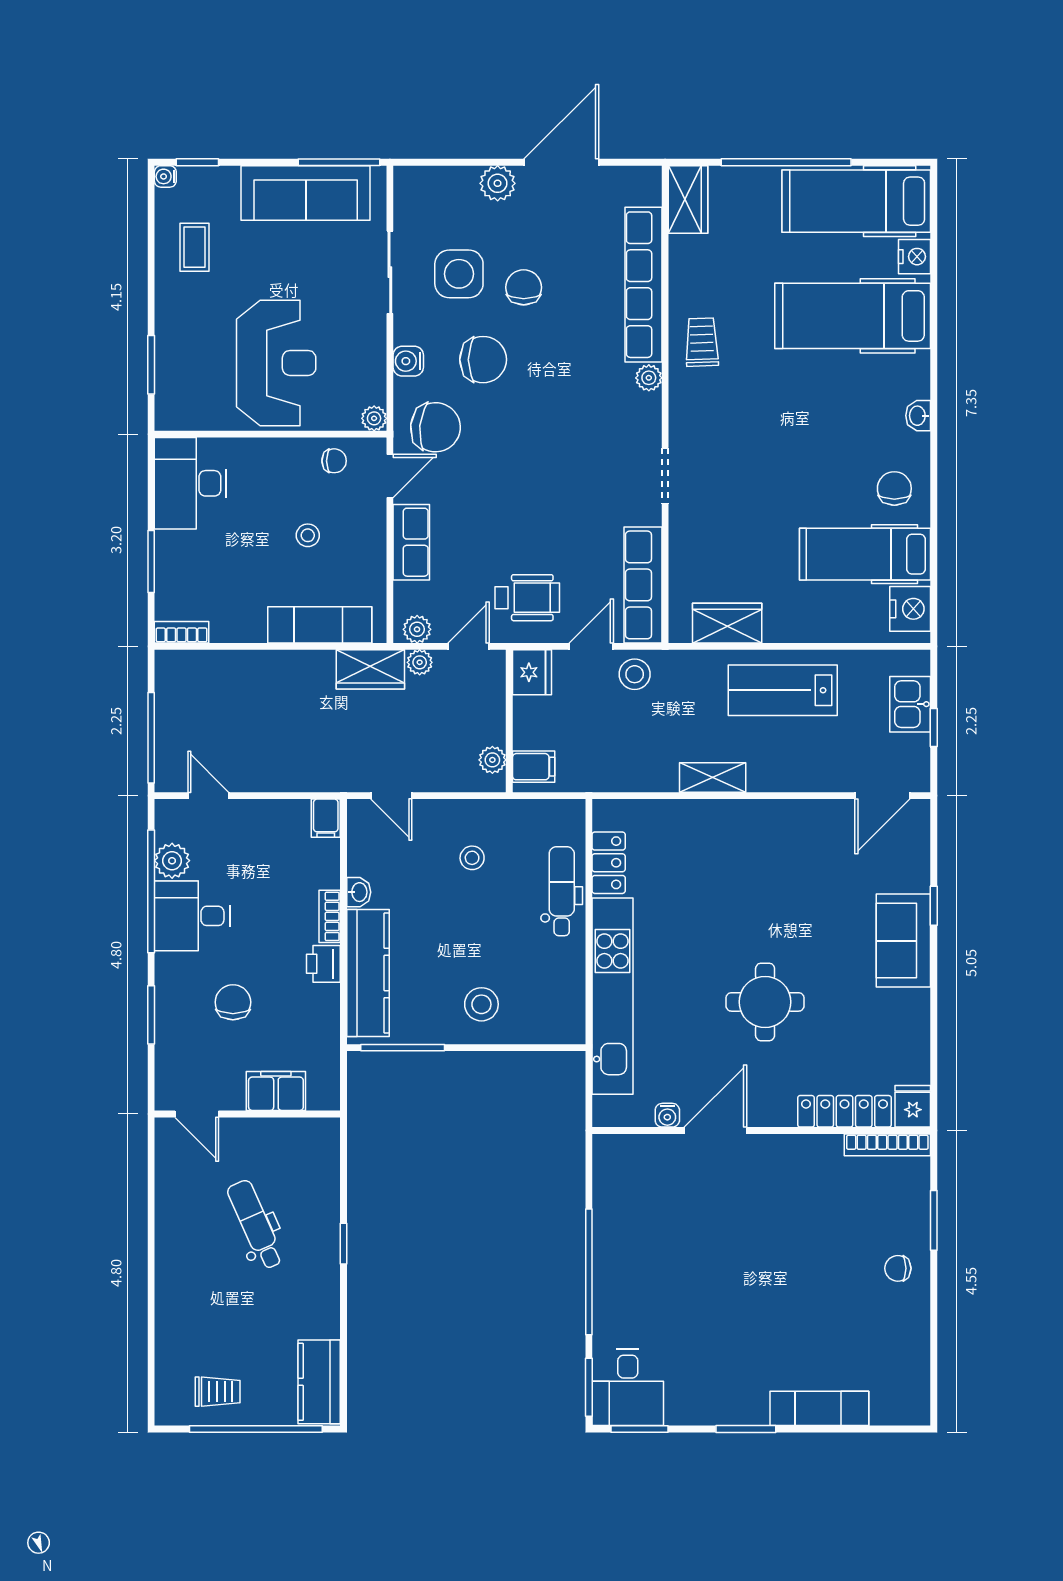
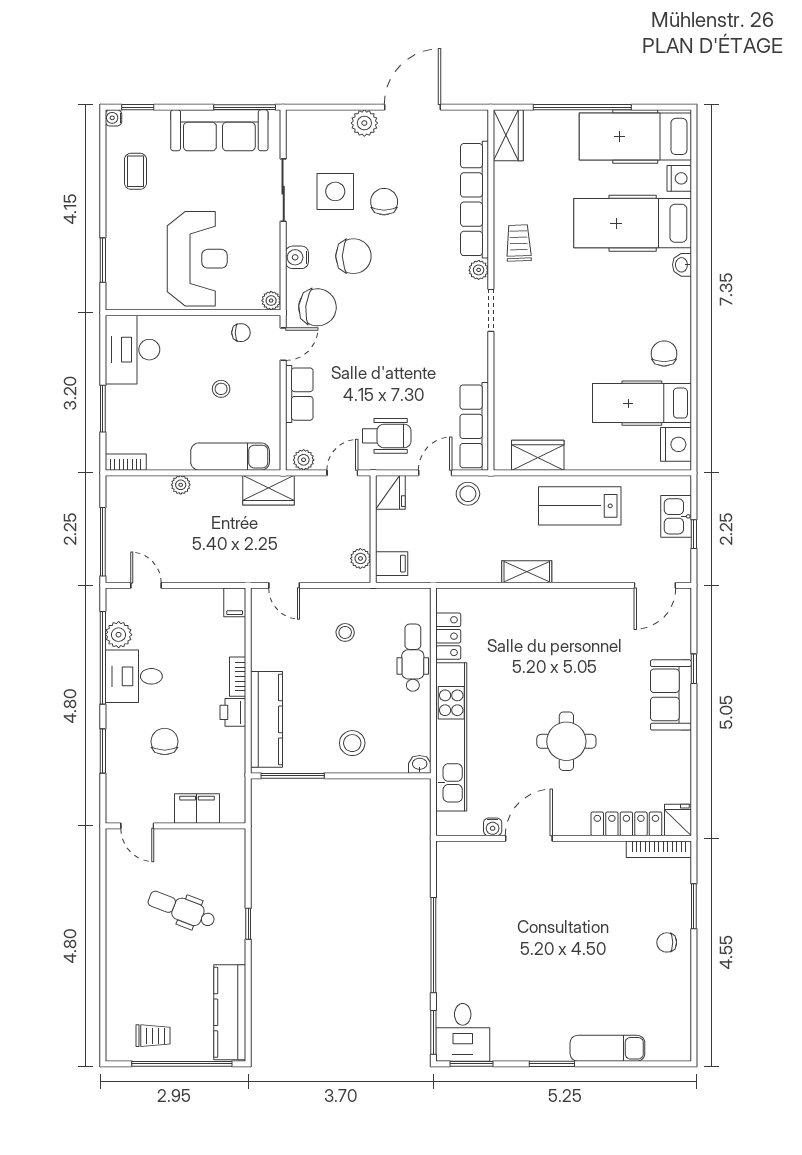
washbasin: (918, 416) -> (682, 265), moved
doorway: (665, 476) -> (491, 310), moved
plant: (420, 662) -> (181, 485), moved
washbasin: (359, 892) -> (420, 764), moved, turned -90
dental chair: (255, 1225) -> (182, 909), turned -45
kitchen counter: (319, 1382) -> (230, 1012), width x1.50

